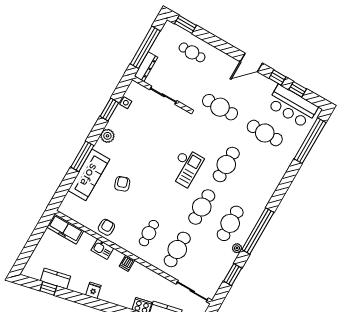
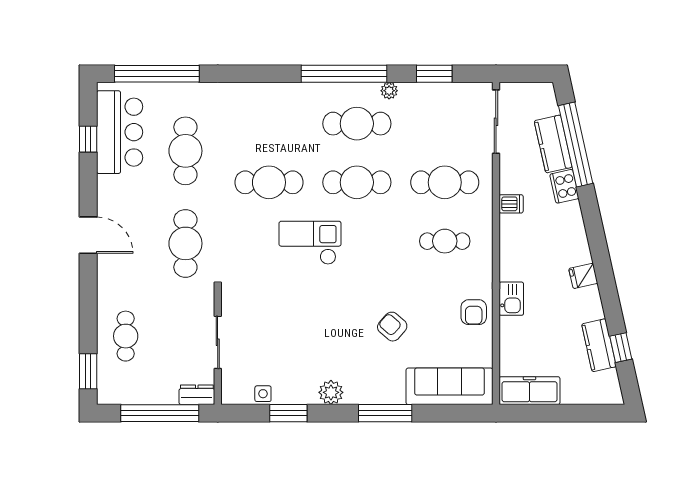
dresser: (146, 67) -> (197, 395), width x0.70
window: (277, 78) -> (88, 181), removed
sofa: (89, 175) -> (449, 386), moved
armchair: (122, 184) -> (392, 327), turned 61
armchair: (106, 227) -> (474, 312), turned -90
freezer: (65, 229) -> (529, 391), moved, turned -90
dishwasher: (127, 263) -> (511, 204), moved

